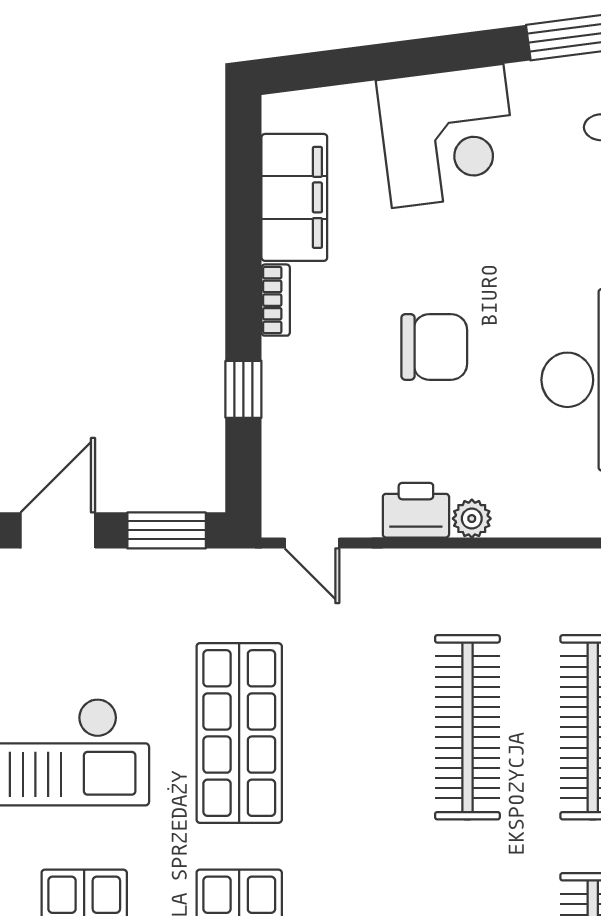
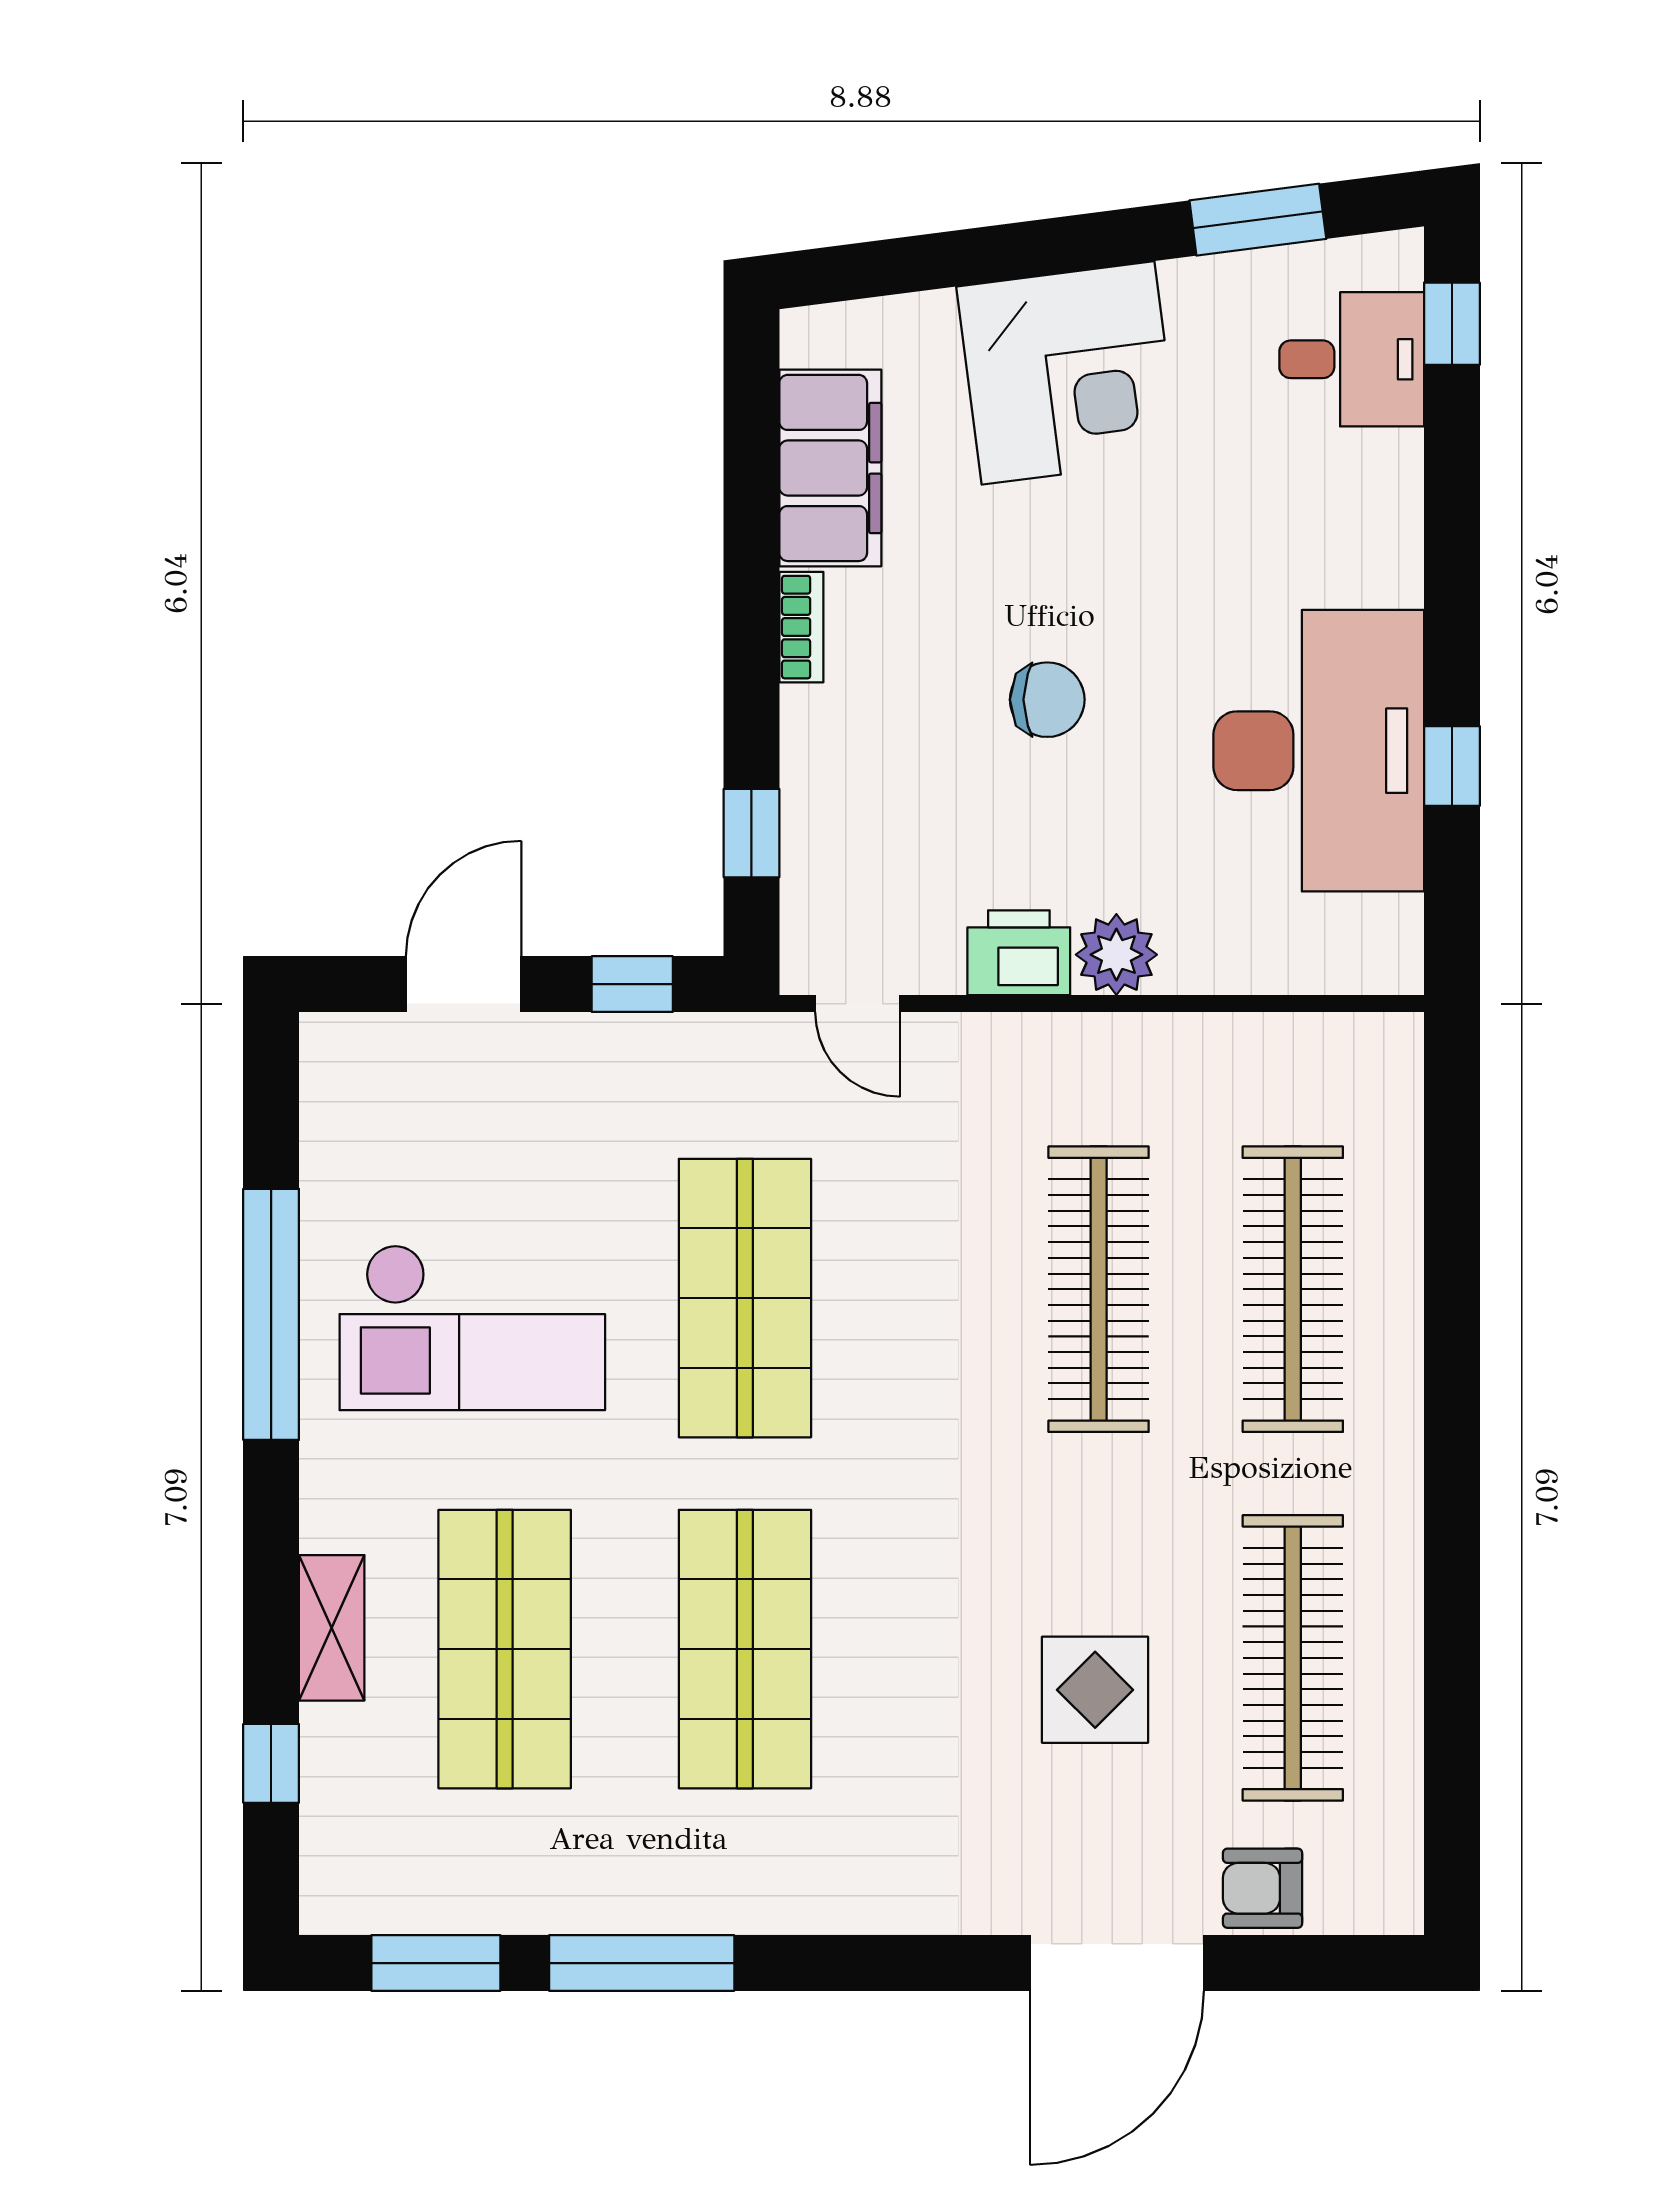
chair: (434, 347) -> (1047, 700), width x0.73, depth x0.73
window: (243, 389) -> (751, 833), moved
plant: (472, 519) -> (1116, 955), width x1.38, depth x1.38
window: (167, 530) -> (632, 984), width x0.67

